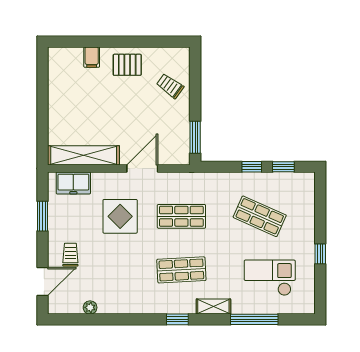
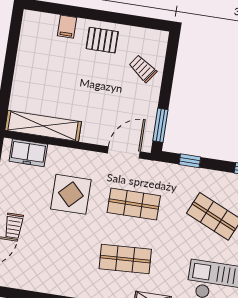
window: (252, 167) -> (190, 161), moved
door: (142, 169) -> (124, 152), moved
trolley: (70, 255) -> (14, 226), turned 180
plant: (90, 307) -> (26, 283), removed

